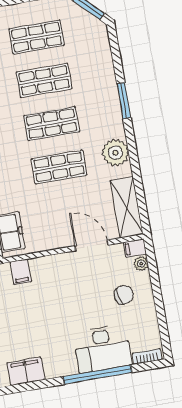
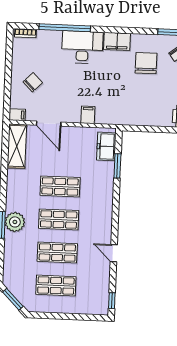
plant: (115, 153) -> (15, 222), moved
plant: (141, 264) -> (15, 102), removed
filing cabinet: (21, 272) -> (88, 115), moved
chair: (124, 295) -> (33, 82), turned 148
desk: (102, 348) -> (82, 47), moved

